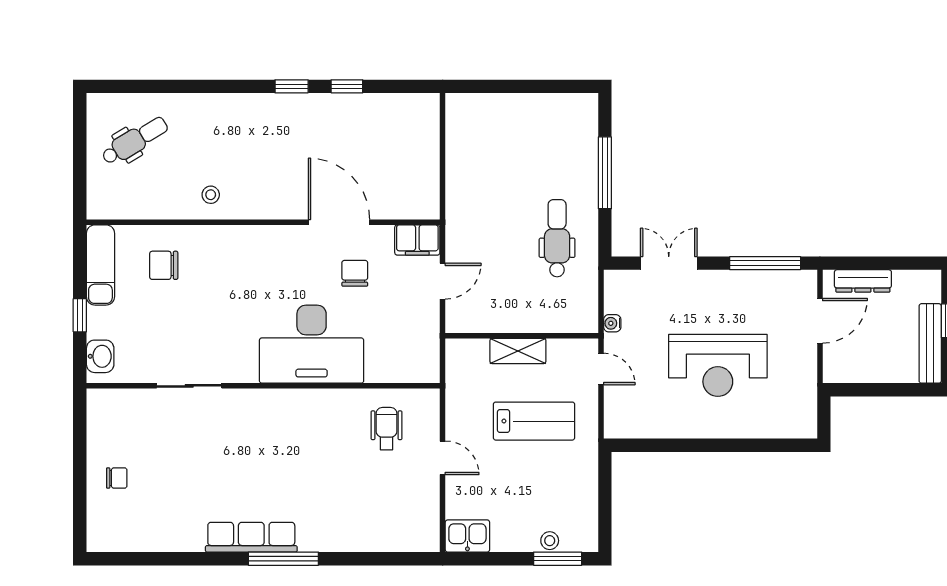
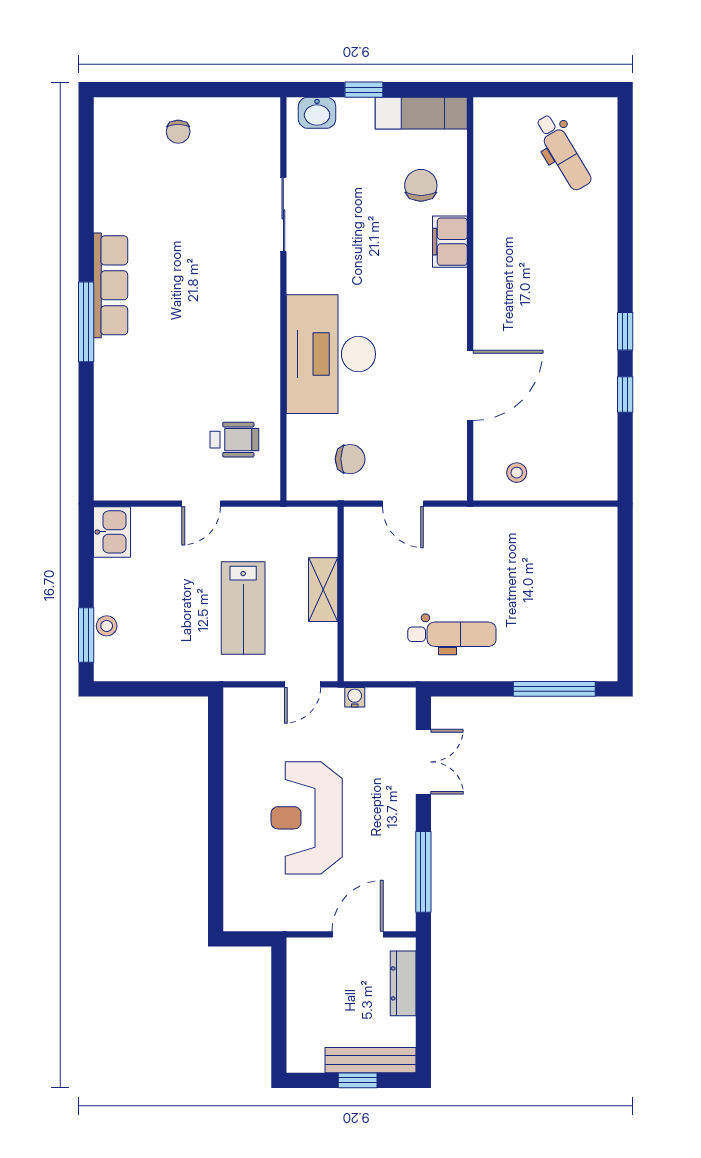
window: (605, 173) -> (554, 689), moved
stool: (211, 195) -> (517, 473), moved
filing cabinet: (417, 240) -> (450, 242), moved
chair: (355, 273) -> (350, 459), moved
door: (820, 321) -> (358, 934), swing flipped
bench: (930, 343) -> (370, 1060), moved

